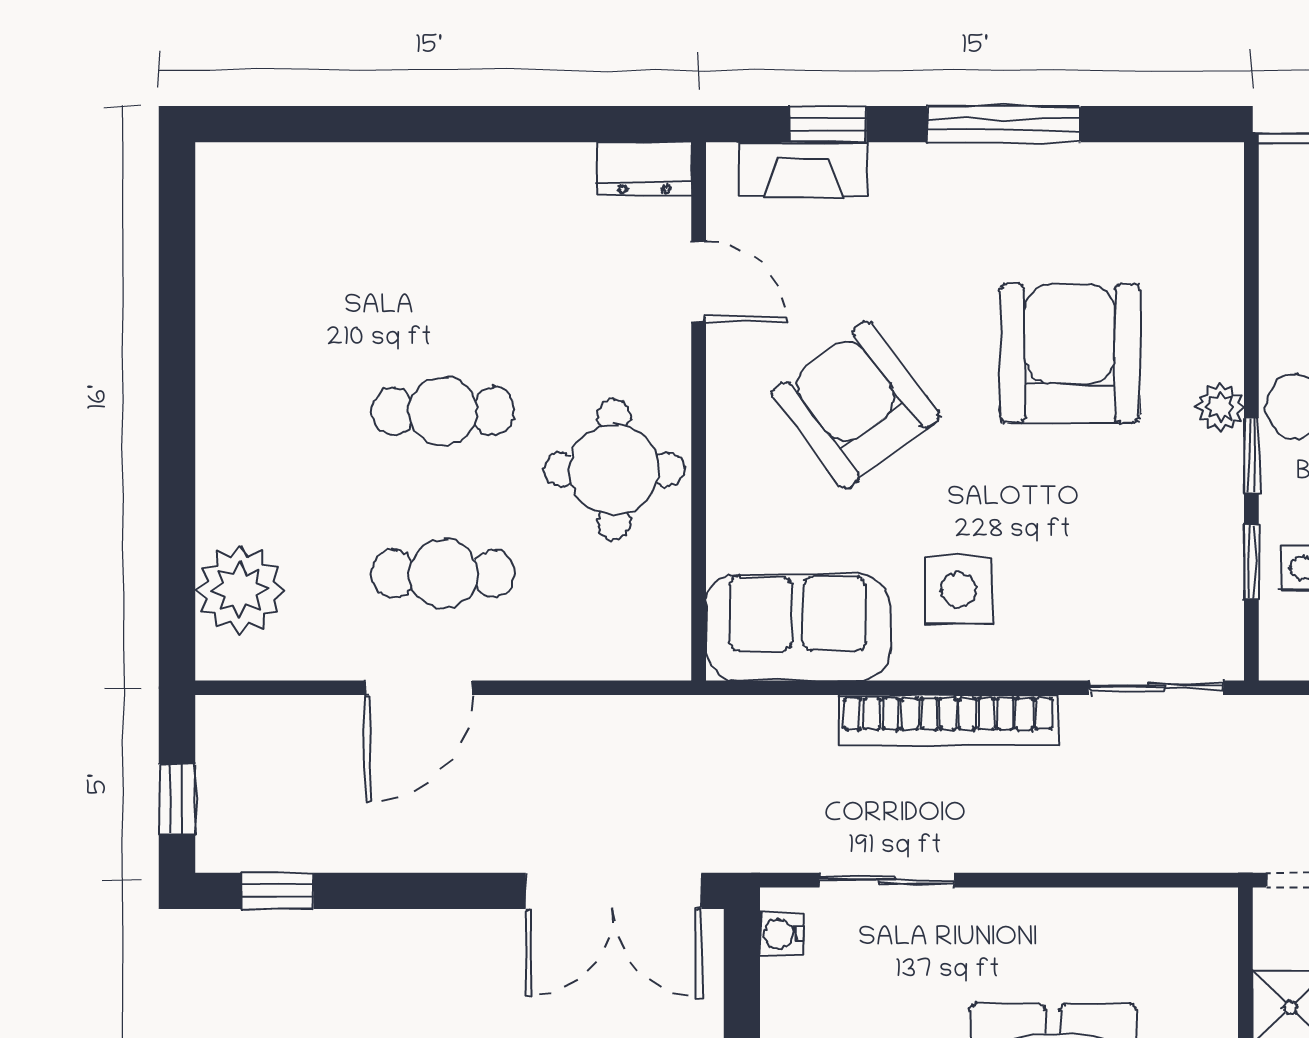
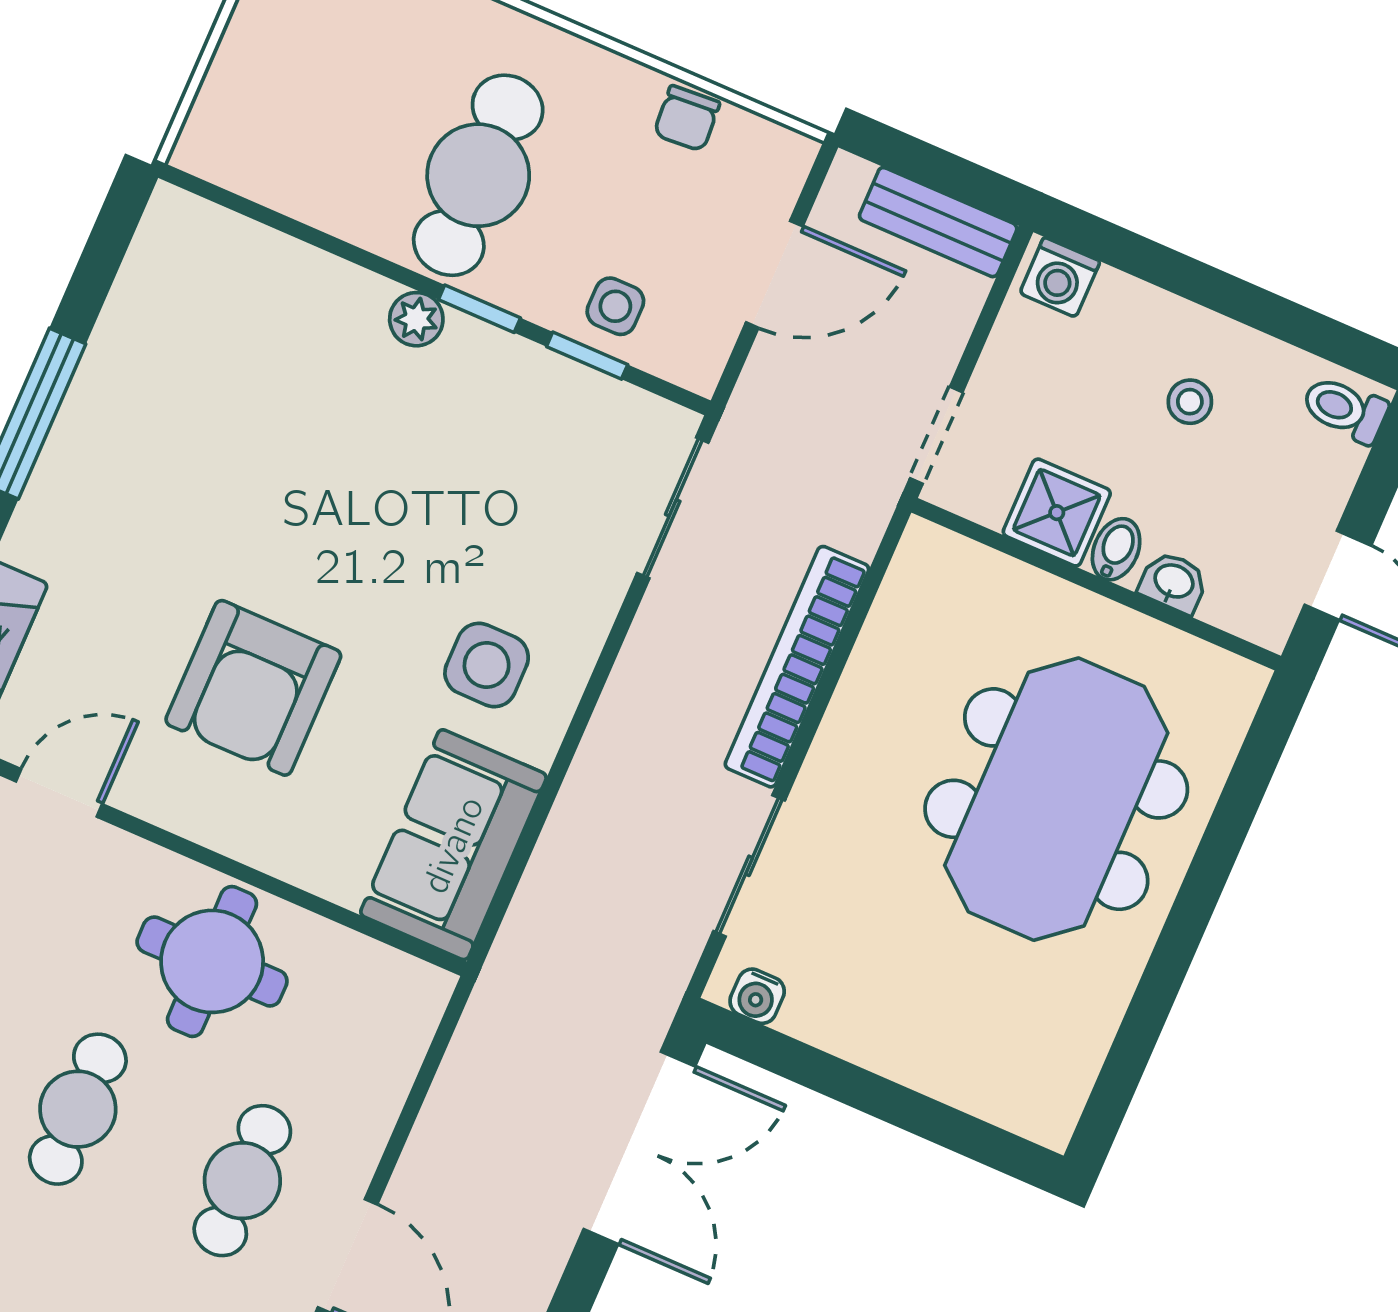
armchair: (1070, 353) -> (295, 448), removed
armchair: (856, 405) -> (253, 688), turned -53
bookcase: (948, 720) -> (797, 667), moved, turned 180

